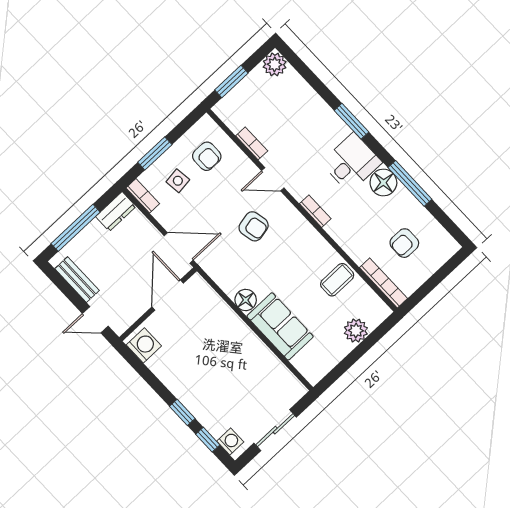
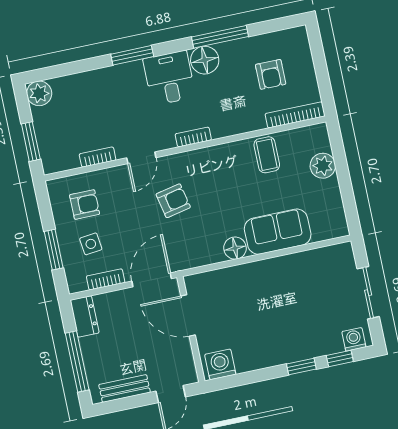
bookcase: (143, 196) -> (106, 279), moved

